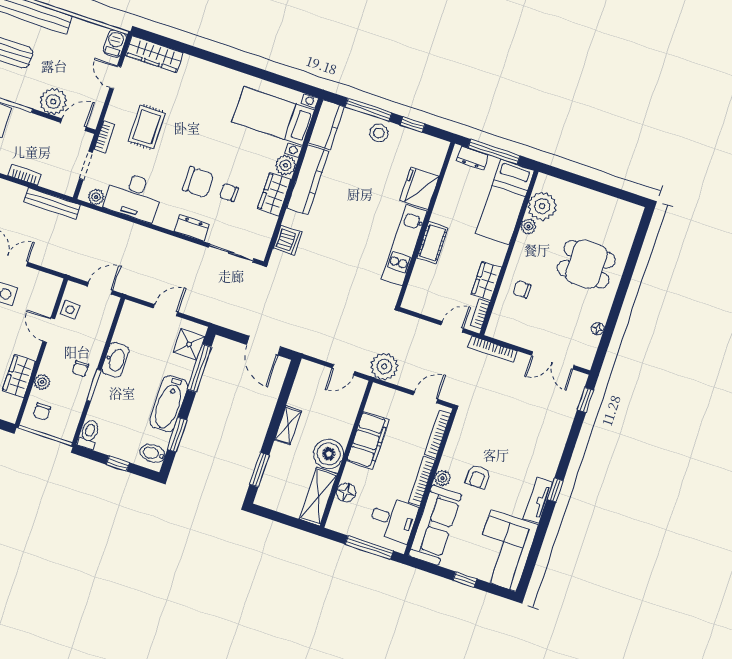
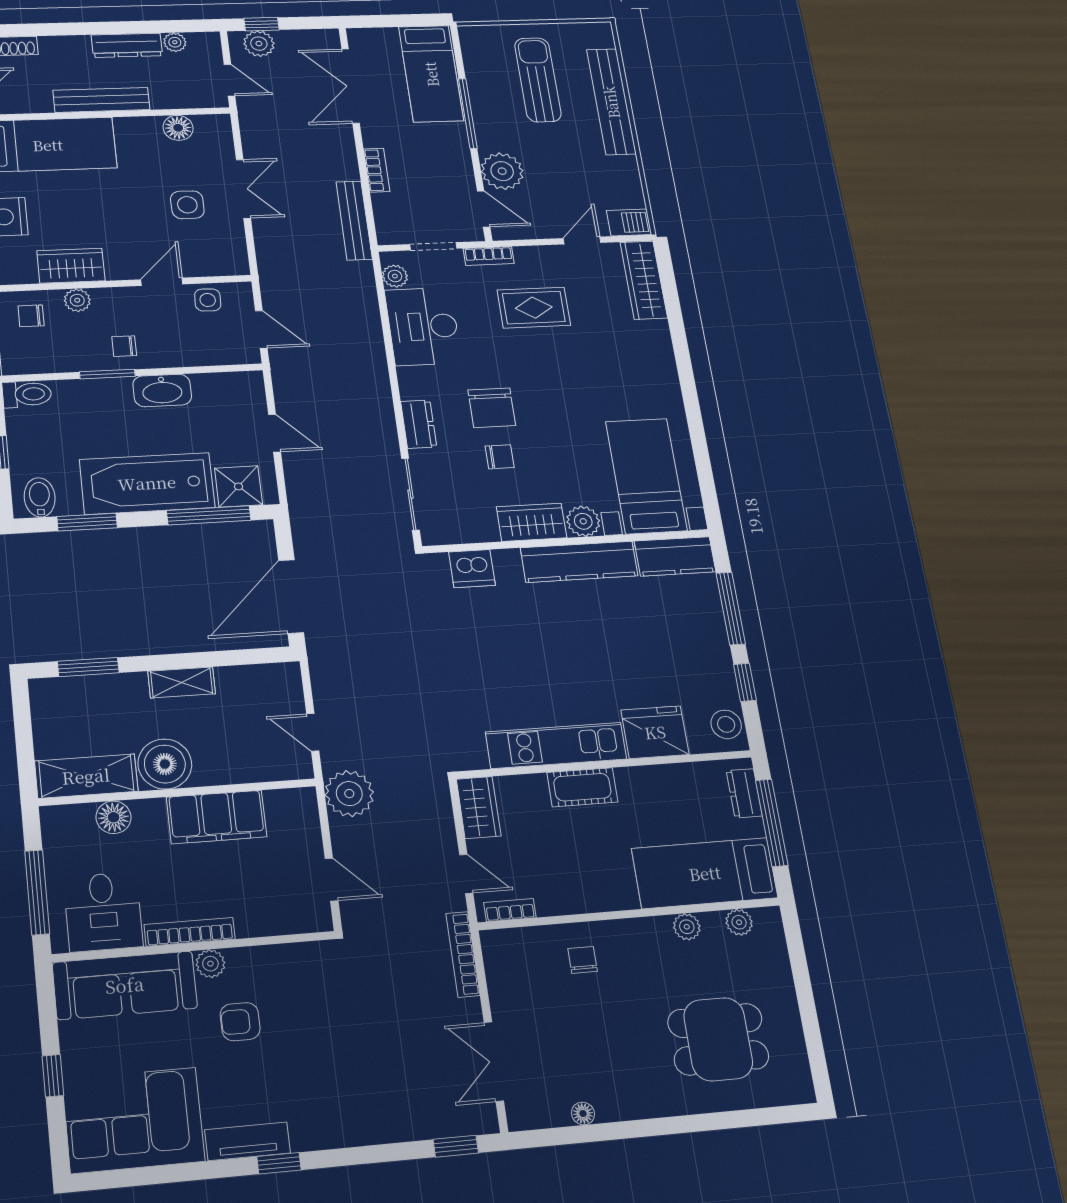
stool: (379, 133) -> (726, 724), moved
chair: (229, 192) -> (500, 457), turned 89
plant: (542, 206) -> (739, 922), width x0.53, depth x0.53
dining table: (586, 264) -> (718, 1039), moved, turned 90
wardrobe: (487, 281) -> (479, 807), moved, turned 90
door: (264, 346) -> (291, 596), width x1.36
bathtub: (169, 404) -> (147, 483), width x1.36, depth x1.36
bookcase: (438, 434) -> (280, 925), removed

